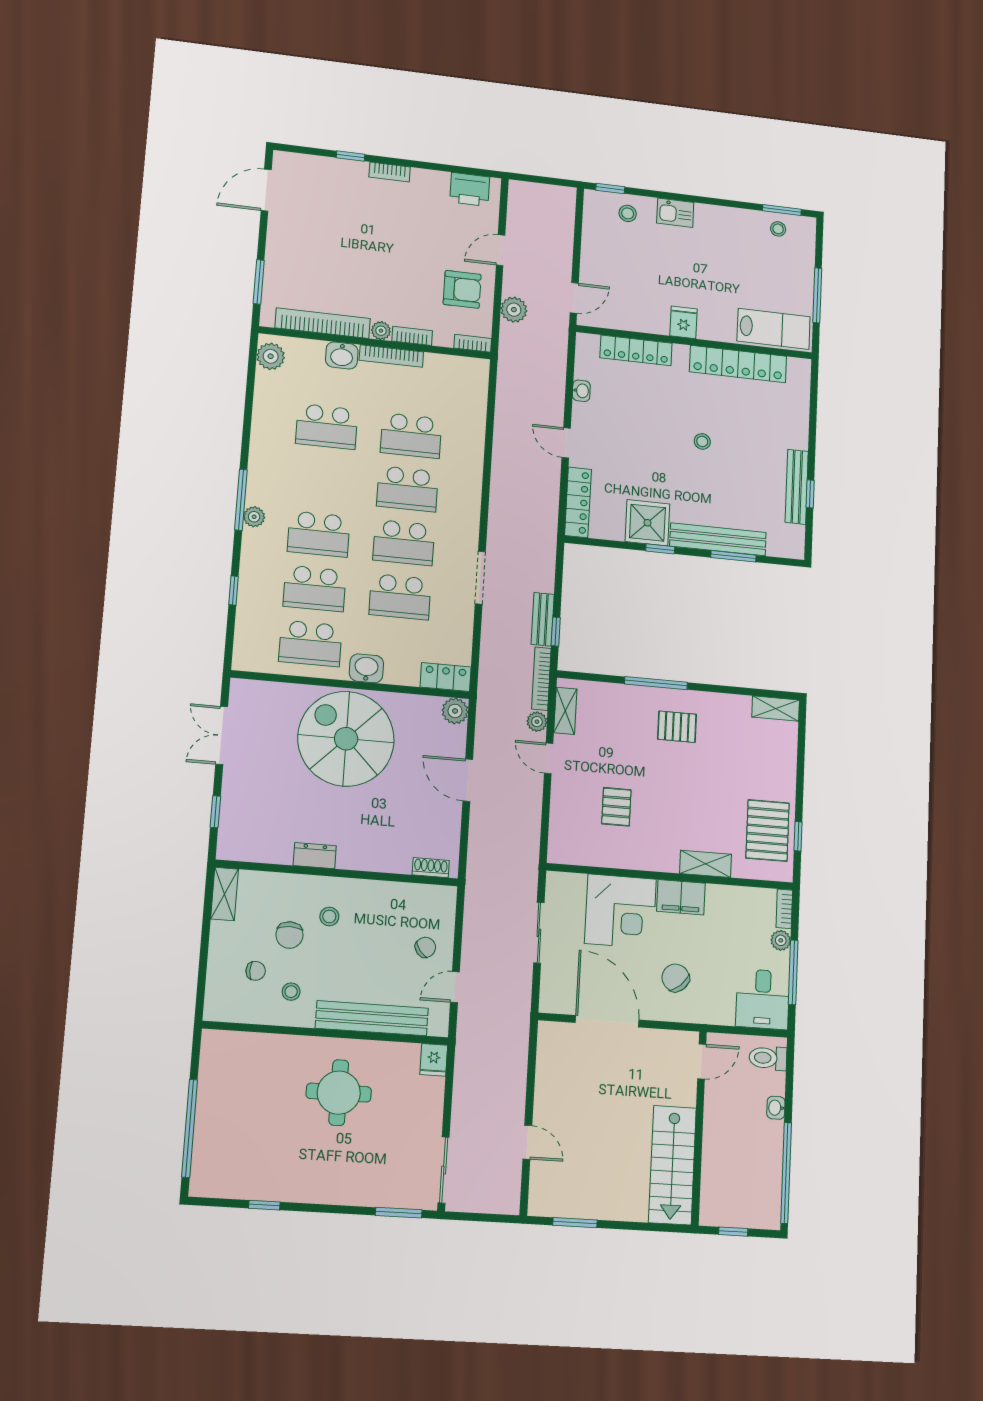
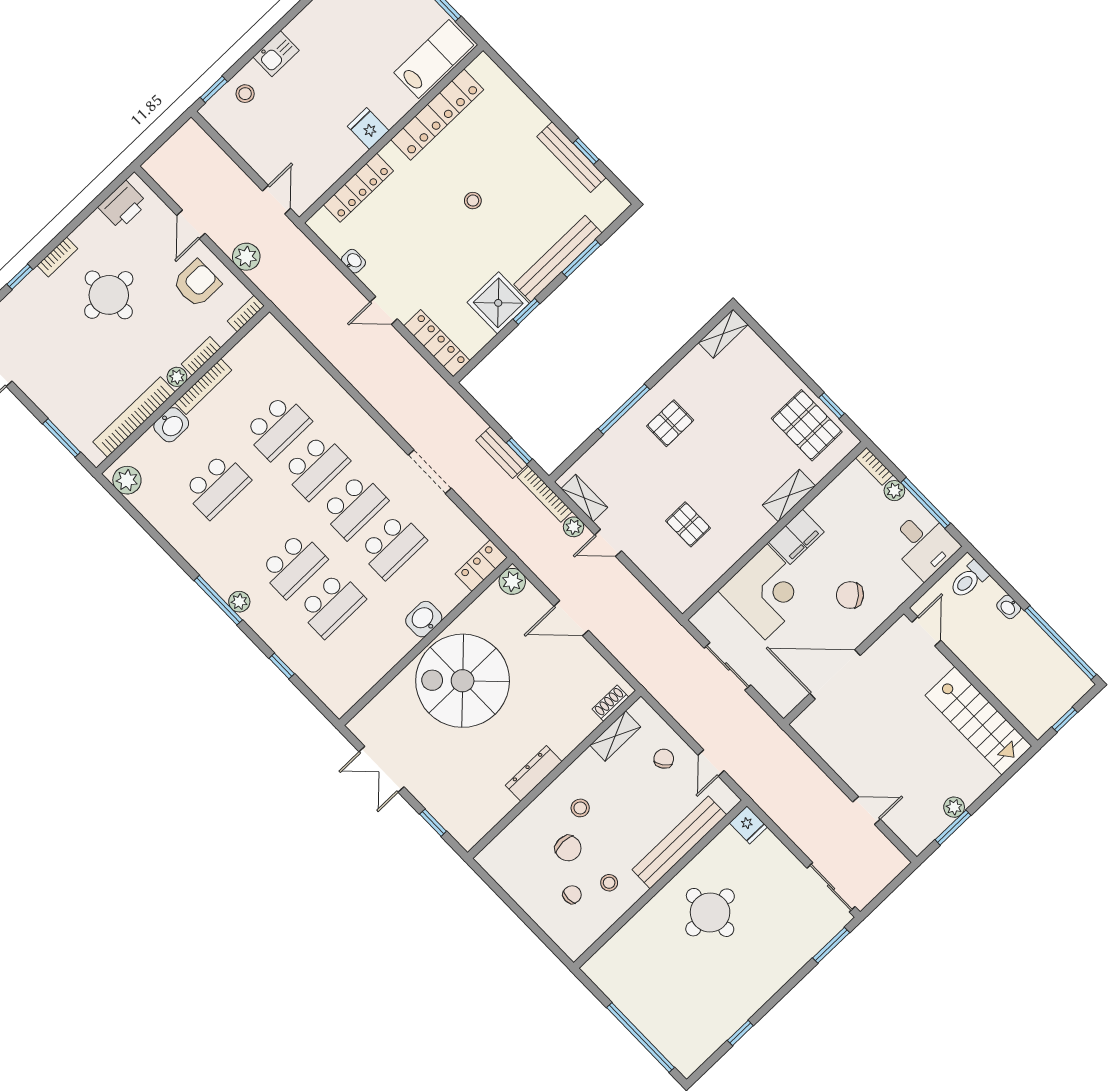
round table: (396, 232) -> (109, 295), added
school desk: (310, 643) -> (370, 644), removed
dresser: (315, 856) -> (534, 773), width x1.44
shelving: (224, 894) -> (615, 736), moved, turned 90
plant: (591, 1209) -> (954, 807), added

